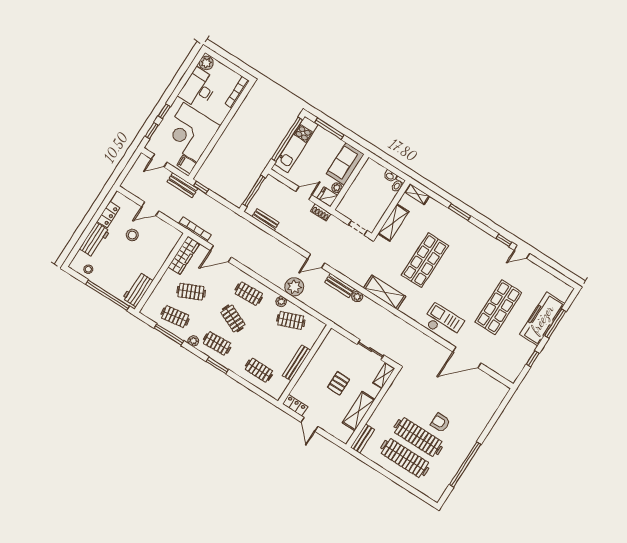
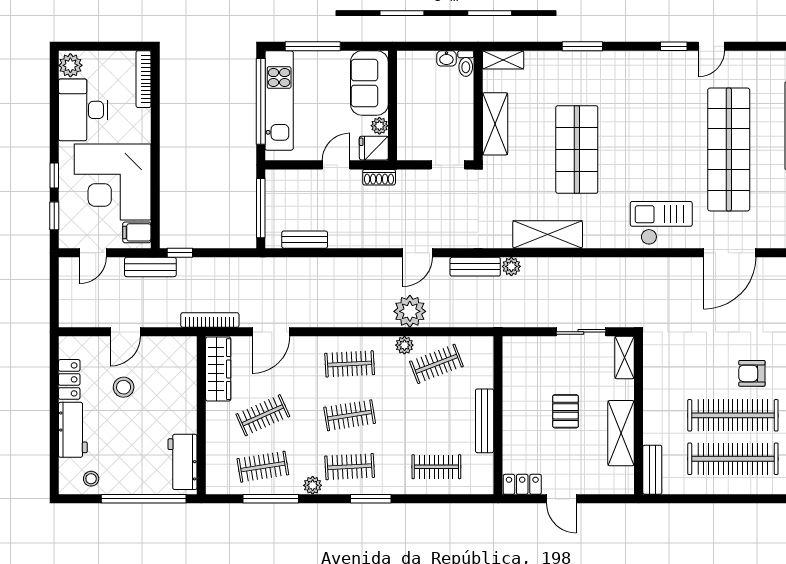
shop shelf: (498, 307) -> (729, 149), width x1.40
clothes rail: (233, 319) -> (350, 415), turned -33

